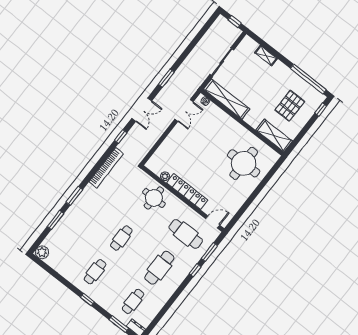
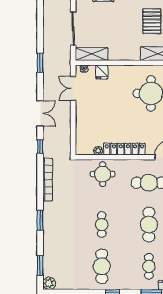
window: (166, 78) -> (40, 63), moved
shelving: (227, 99) -> (92, 54), width x0.68
double door: (184, 110) -> (73, 89), swing flipped
fridge: (217, 115) -> (102, 72), added
window: (55, 220) -> (40, 265), moved
cafe table: (95, 272) -> (102, 266), width x1.37, depth x1.35

